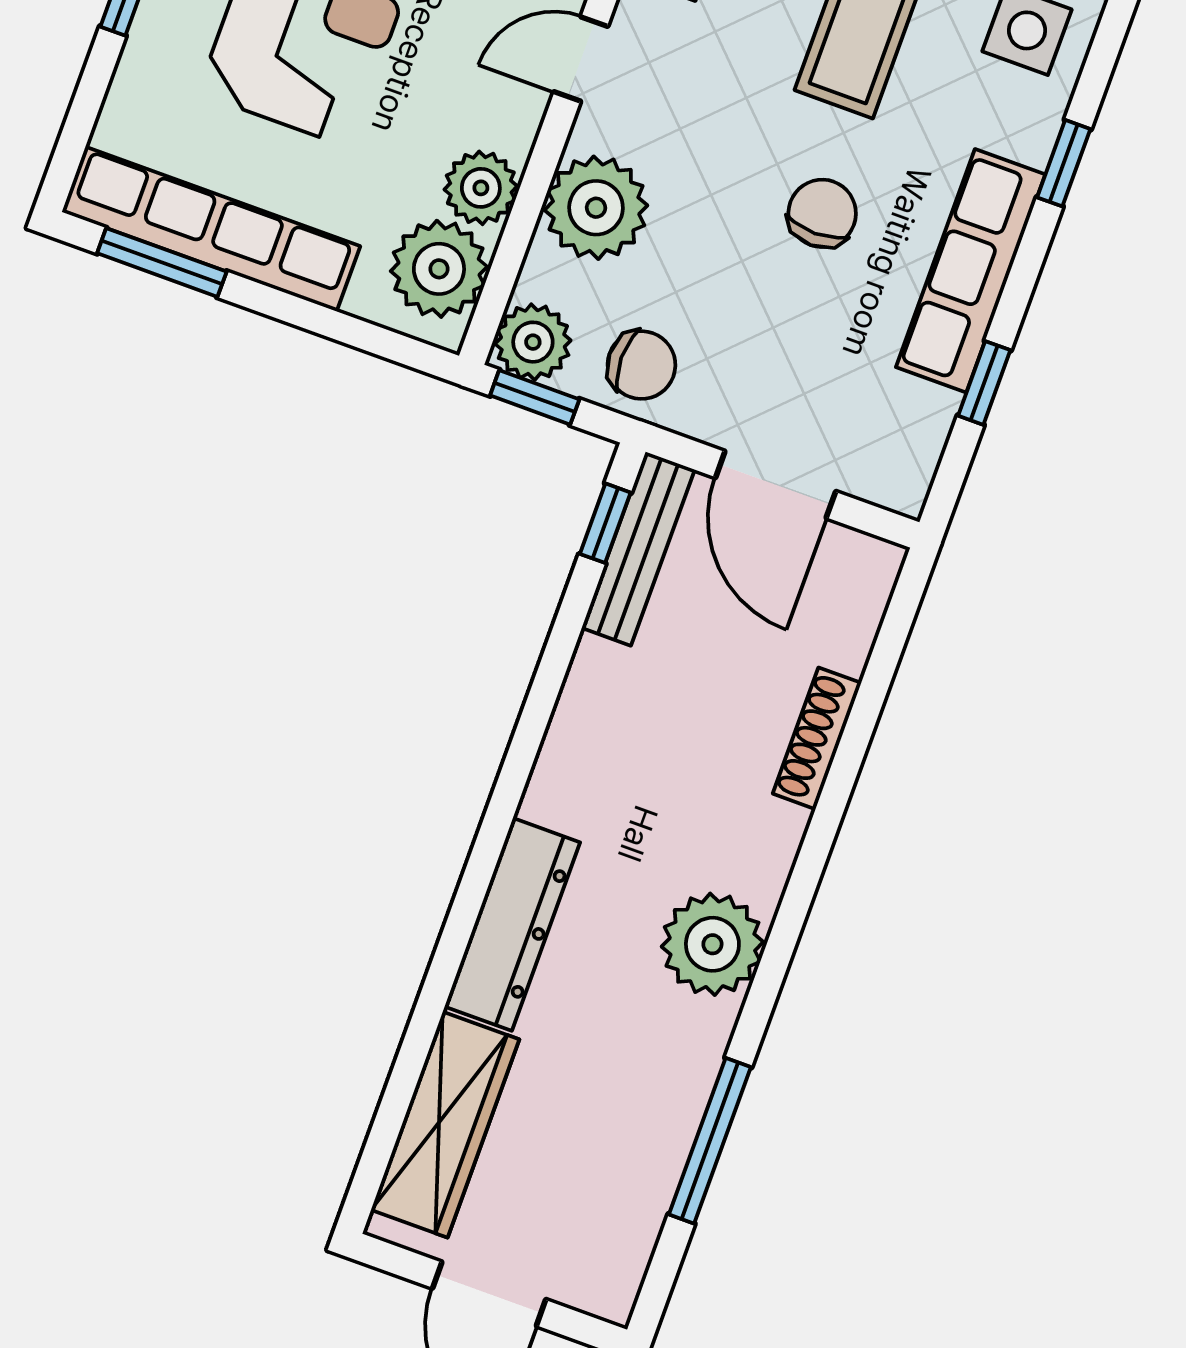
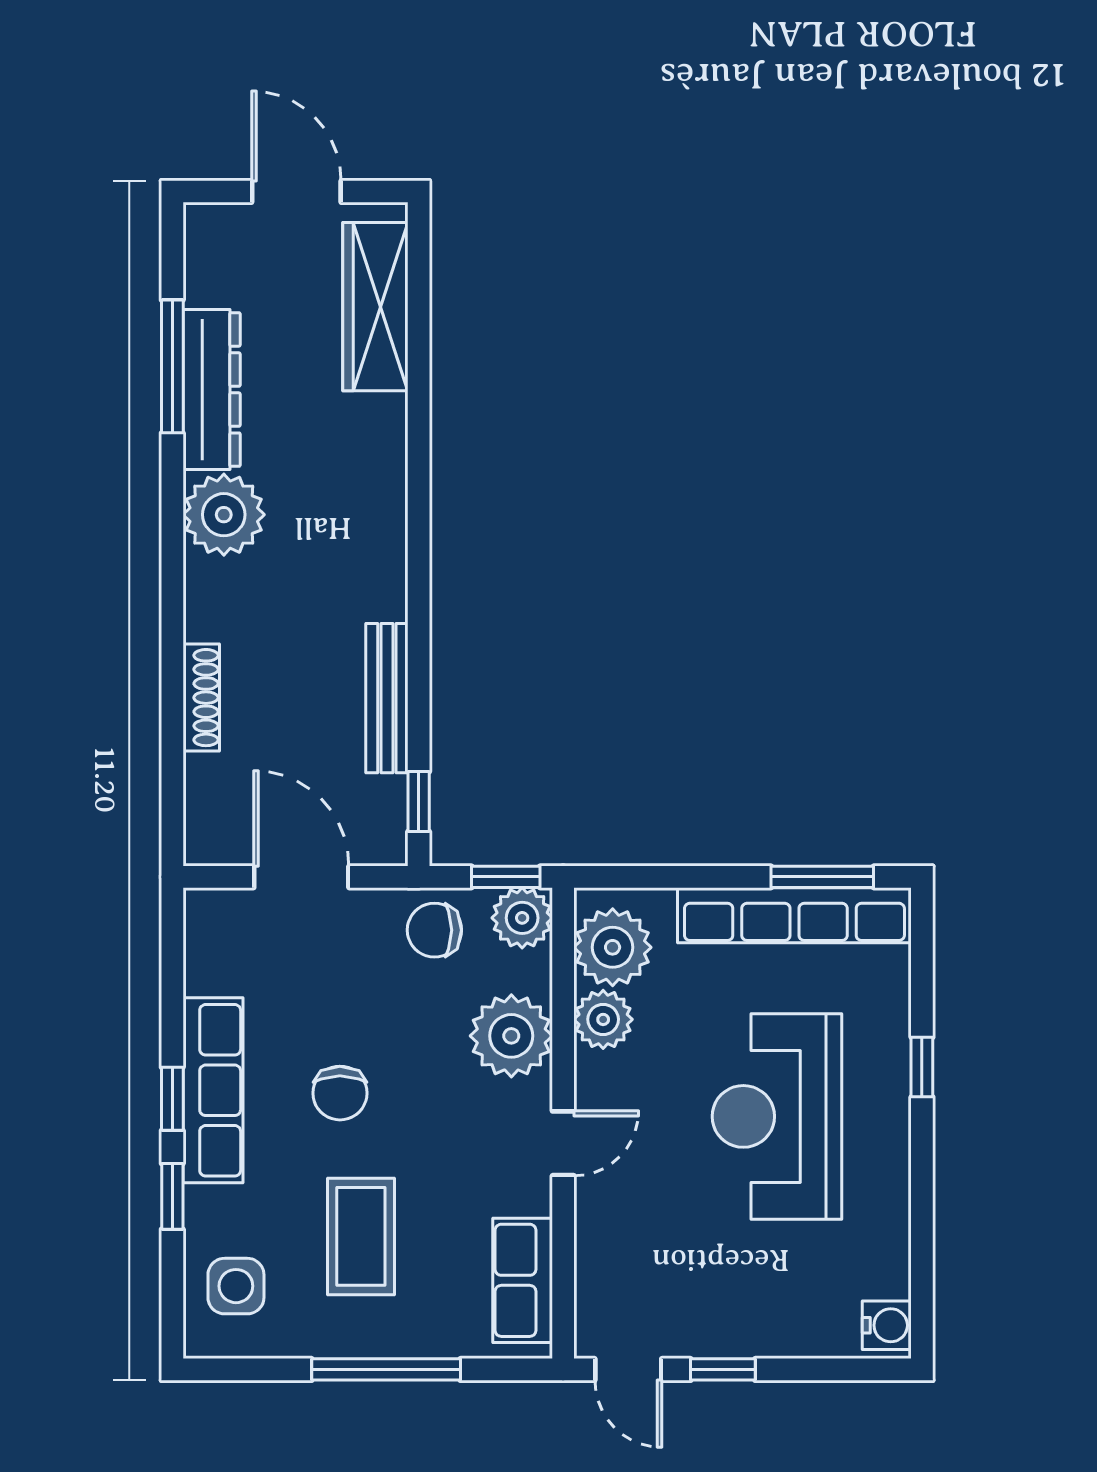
window: (984, 383) -> (172, 1099), moved
bench: (638, 549) -> (387, 698), moved
dresser: (512, 924) -> (212, 390), moved, turned 180

